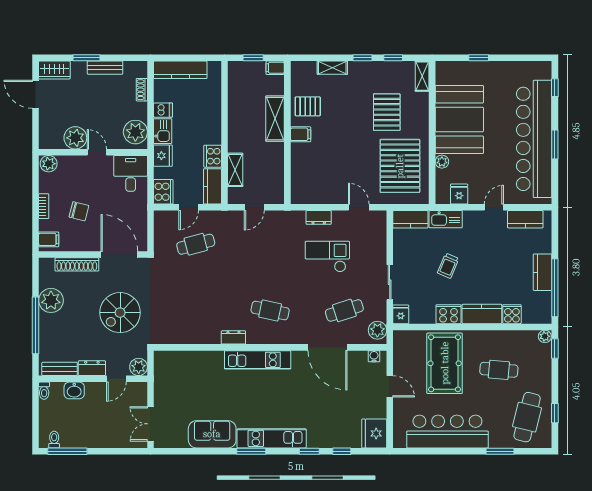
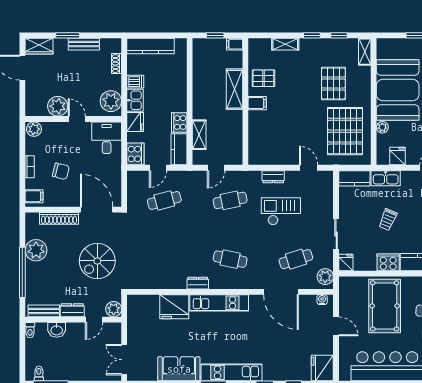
cafe table: (270, 244) -> (230, 200), added
fridge: (207, 364) -> (174, 307), added

